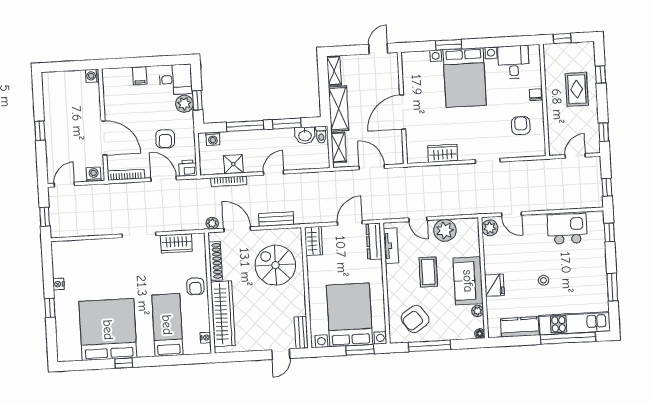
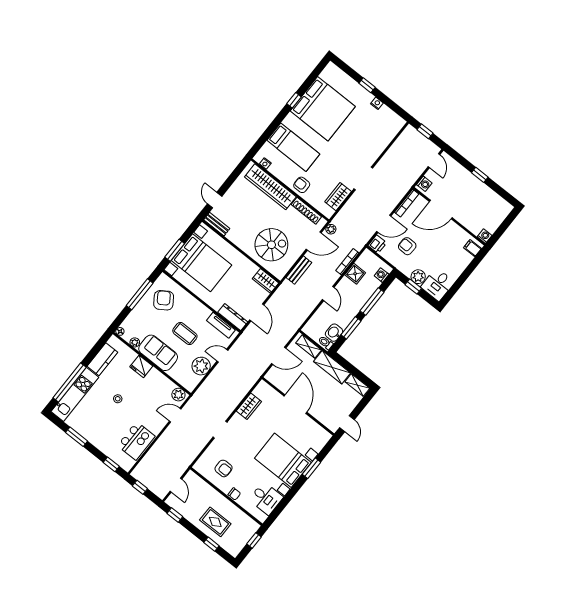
filing cabinet: (140, 76) -> (472, 248), moved

